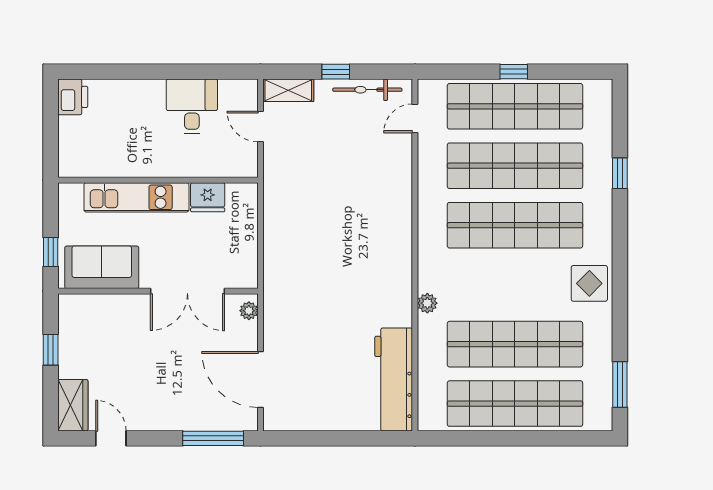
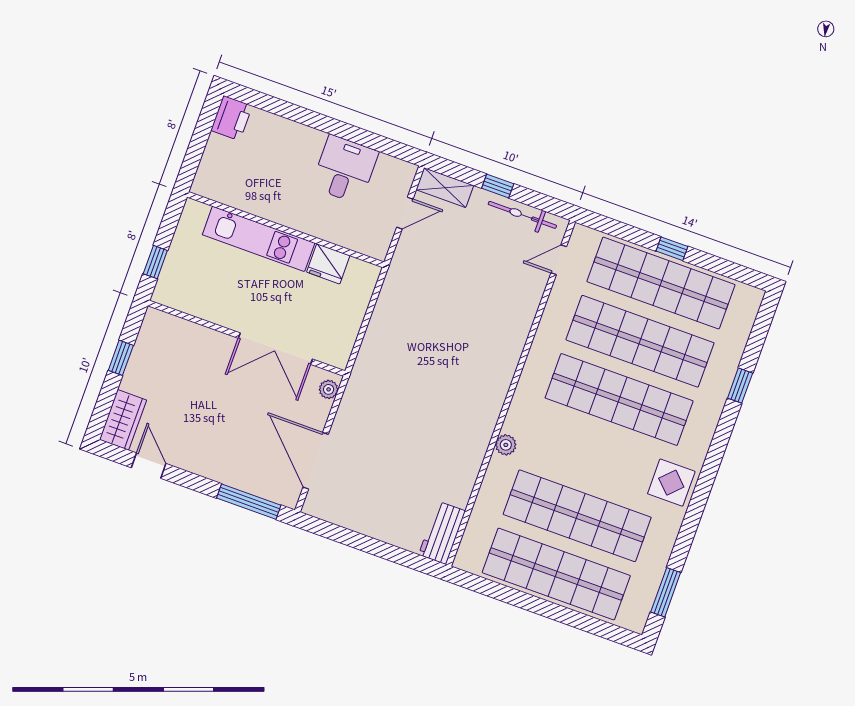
door: (260, 126) -> (405, 213), swing flipped
sofa: (102, 267) -> (200, 295), removed
workbench: (394, 379) -> (442, 533), width x0.53, depth x0.76

